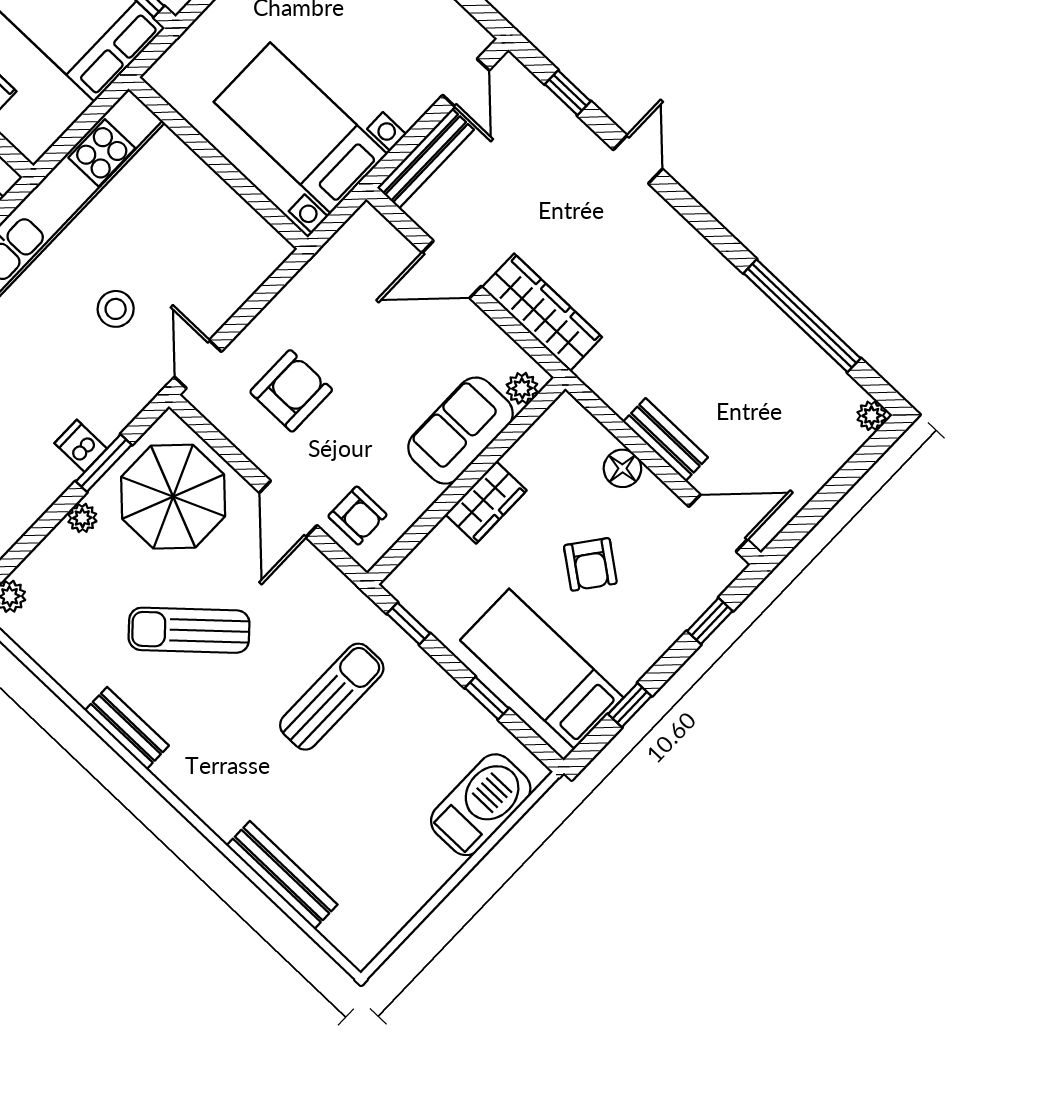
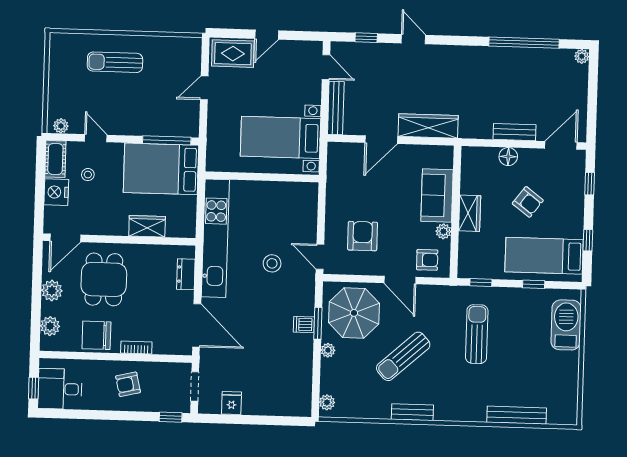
plant: (522, 388) -> (443, 231), moved

